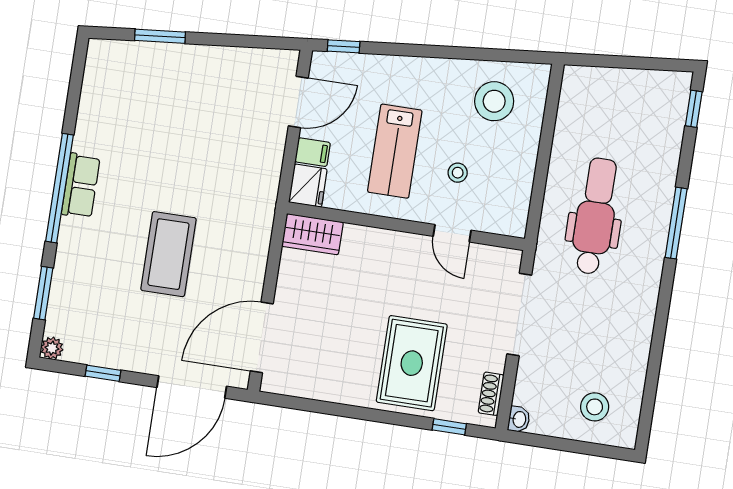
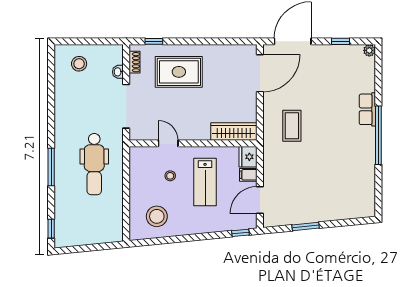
window: (160, 36) -> (306, 226), moved
lab bench: (395, 151) -> (205, 182), turned 180
row of seats: (81, 186) -> (367, 109), moved
wardrobe: (312, 234) -> (234, 132), width x1.50
coffee table: (168, 254) -> (292, 126), moved, width x0.73, depth x0.76
window: (43, 293) -> (378, 79), removed
rug: (412, 363) -> (179, 72), turned 90
washbasin: (519, 419) -> (118, 72), moved

